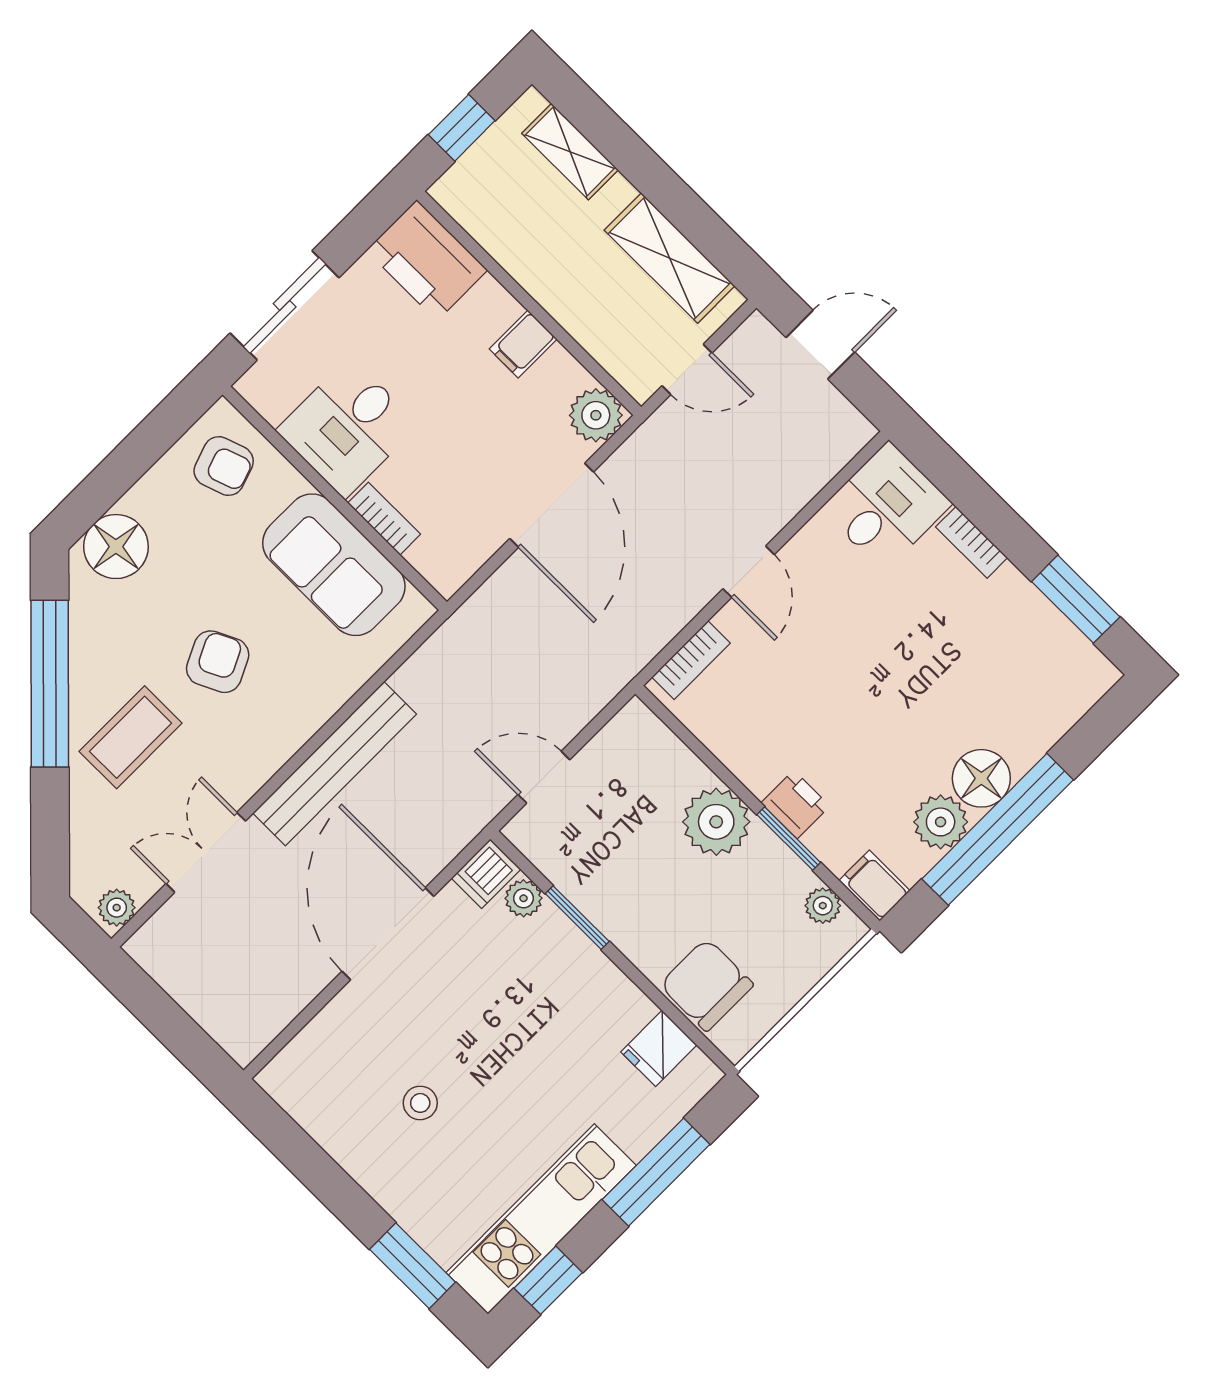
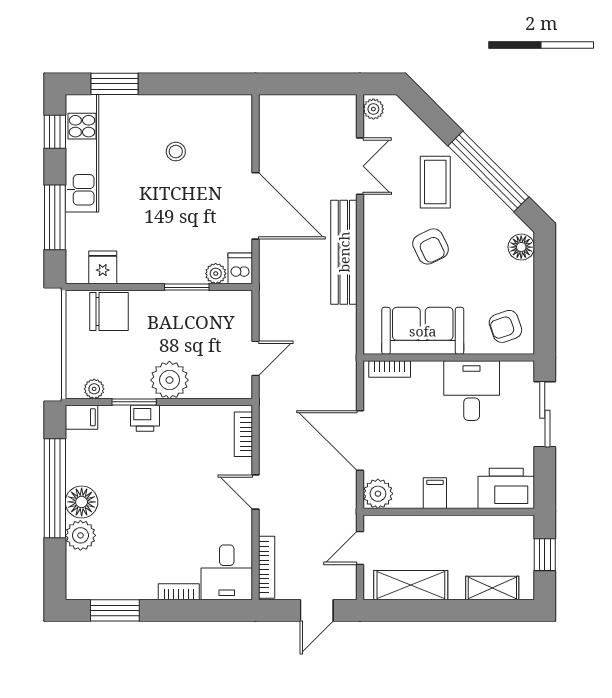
bookcase: (829, 463) -> (267, 567), added
bookcase: (384, 519) -> (390, 369), moved
floor lamp: (116, 547) -> (521, 247), width x0.73, depth x0.73
door: (544, 777) -> (255, 358), moved
plant: (941, 822) -> (80, 535), moved

